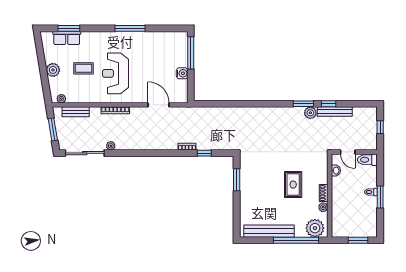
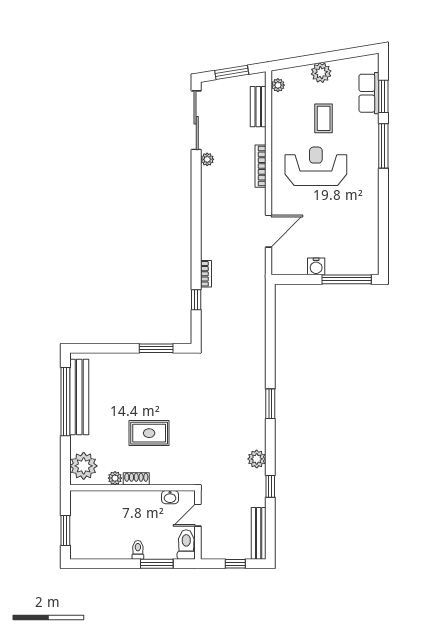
window: (130, 28) -> (383, 146), moved
window: (303, 104) -> (270, 404), moved
bench: (335, 112) -> (259, 533), moved
window: (380, 197) -> (157, 564), moved
window: (296, 240) -> (65, 402), moved

